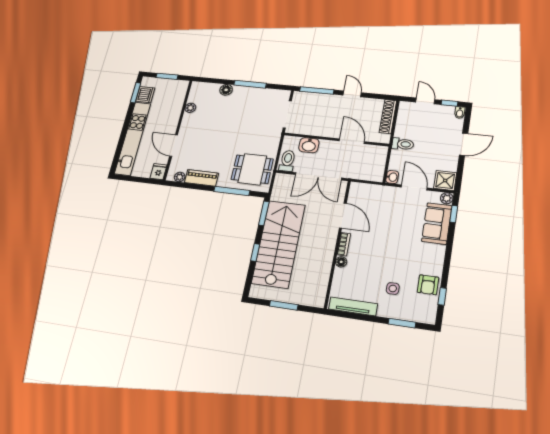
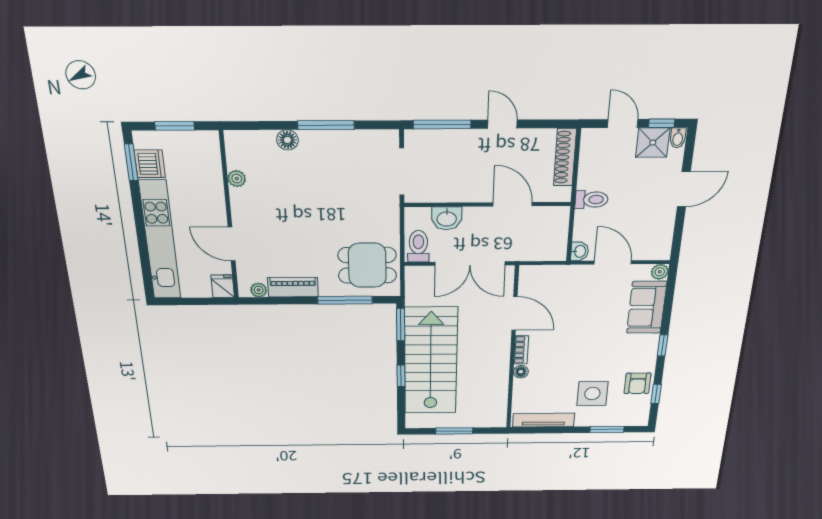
shower: (445, 180) -> (653, 143), moved
window: (454, 214) -> (663, 345), moved
side table: (393, 288) -> (592, 394), width x1.87, depth x1.87

